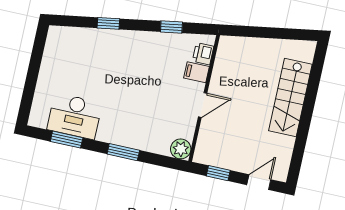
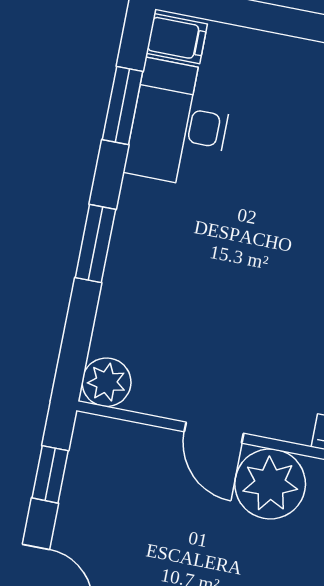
filing cabinet: (197, 72) -> (177, 39), moved, turned 90
plant: (224, 82) -> (270, 484), added

